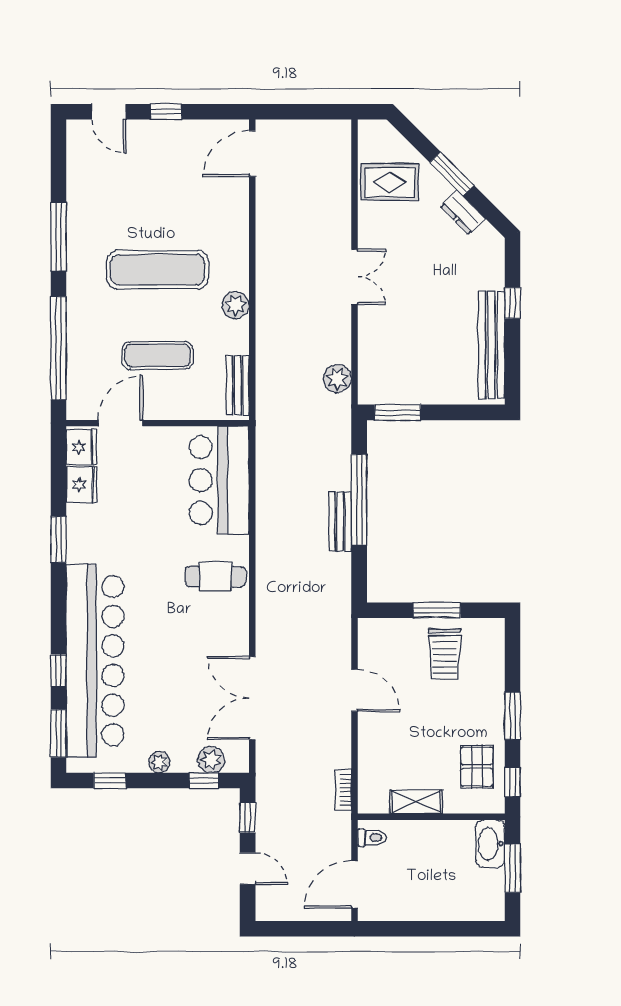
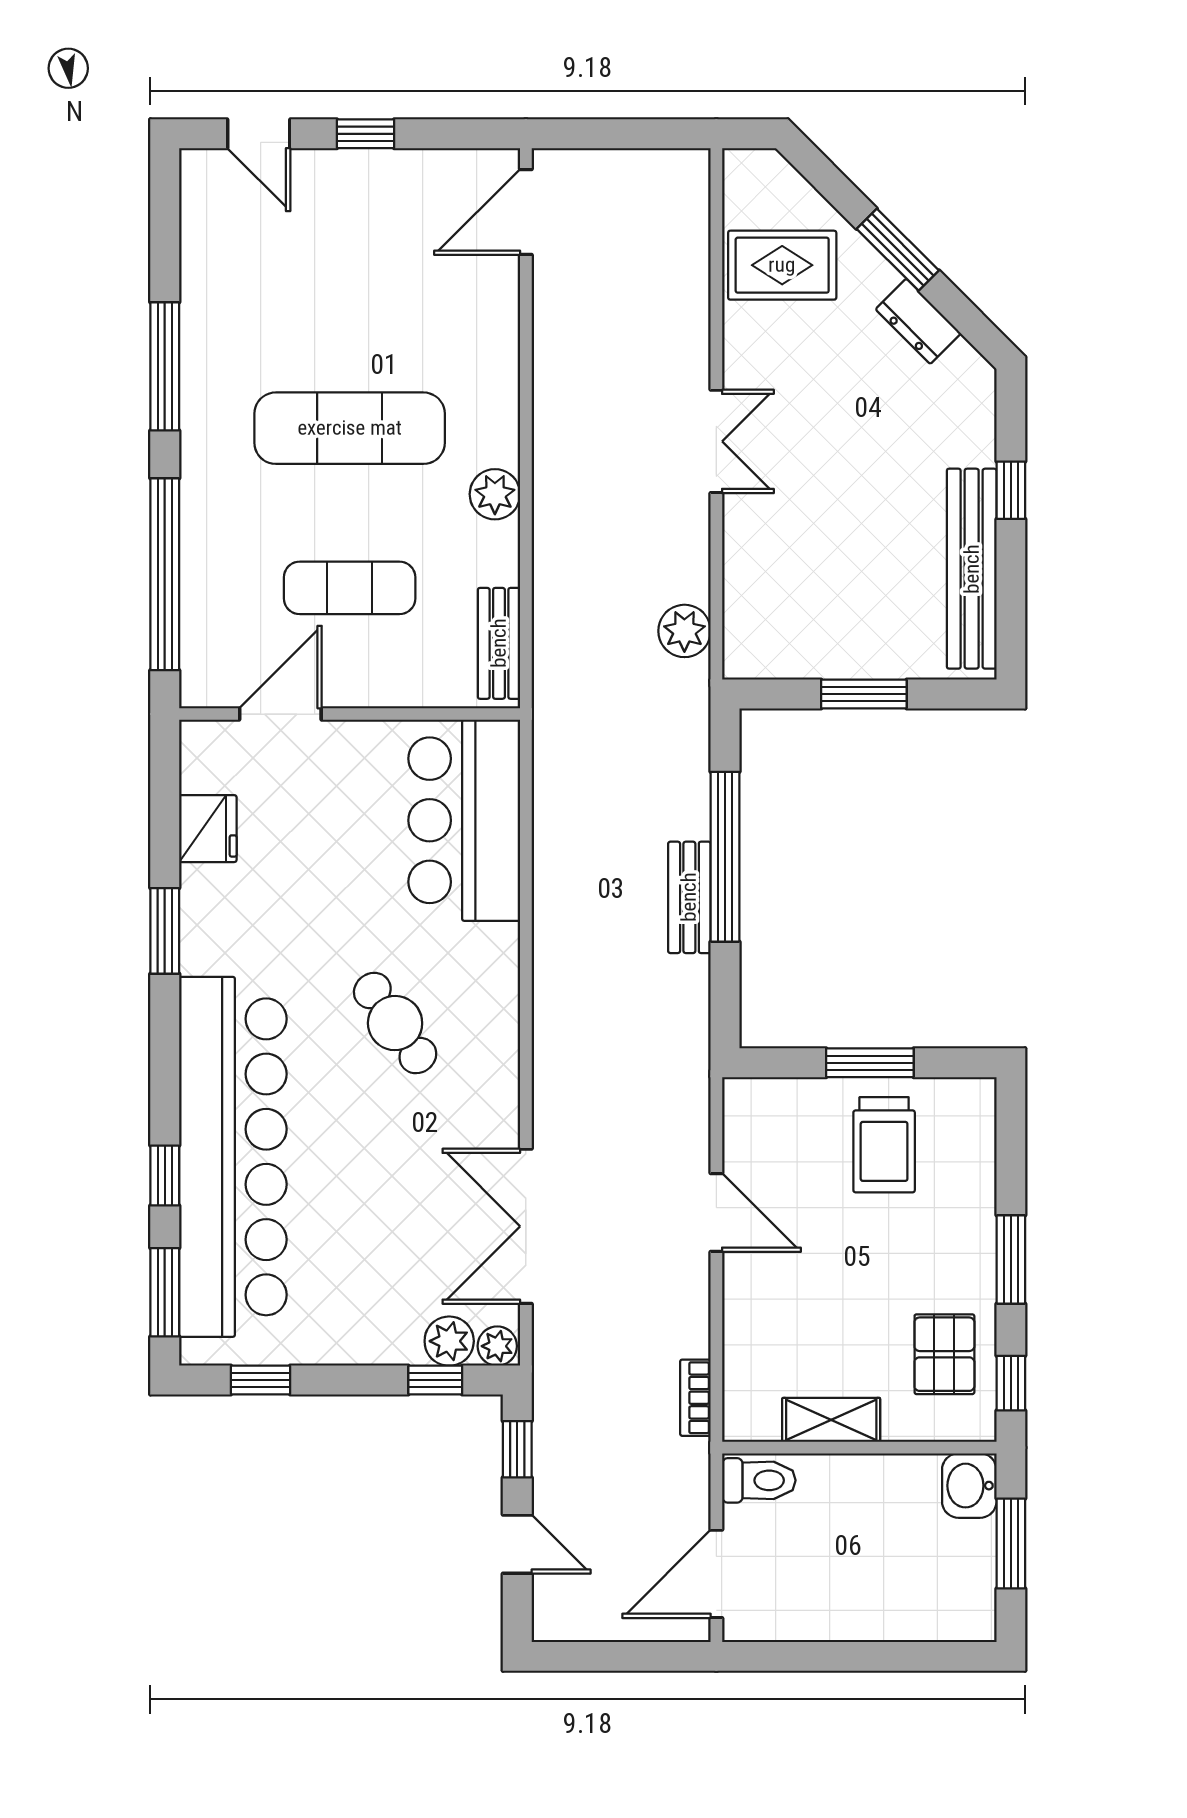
window: (398, 412) -> (864, 694), moved
fridge: (81, 447) -> (207, 759), removed
cafe table: (215, 577) -> (395, 1023), moved, turned 55
plant: (159, 762) -> (497, 1346), moved
toilet: (372, 838) -> (759, 1480), width x1.37, depth x1.39
washbasin: (490, 844) -> (969, 1486), width x0.72

